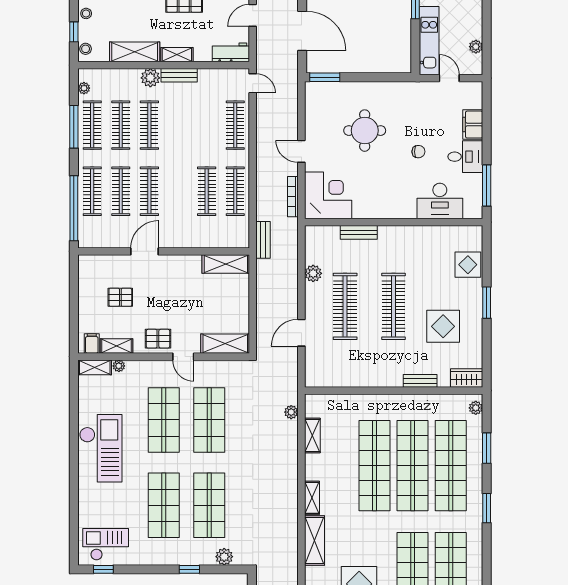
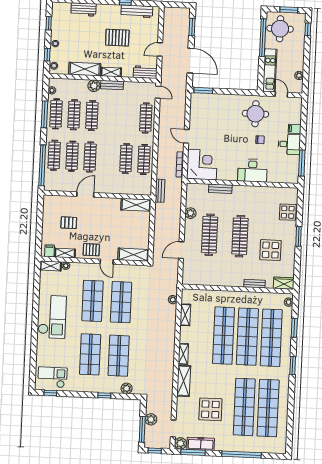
filing cabinet: (473, 125) -> (295, 129), width x0.50
round table: (365, 131) -> (255, 114), moved
desk: (440, 201) -> (252, 170), moved

